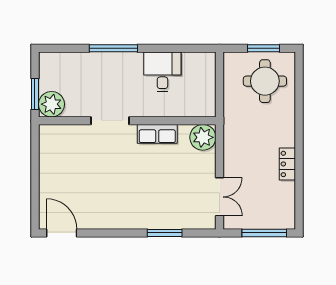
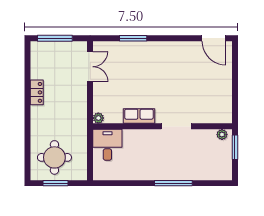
desk: (162, 72) -> (107, 145), moved, turned 180
plant: (51, 104) -> (222, 135), width x0.53, depth x0.53
plant: (203, 137) -> (98, 118), width x0.53, depth x0.53
double door: (220, 197) -> (90, 67), swing flipped

